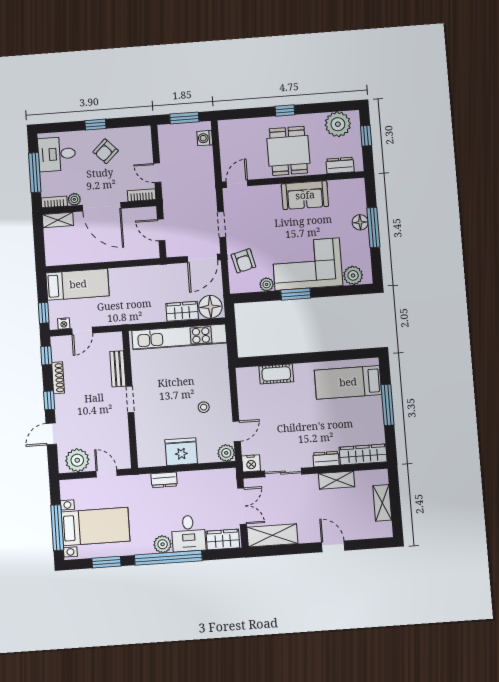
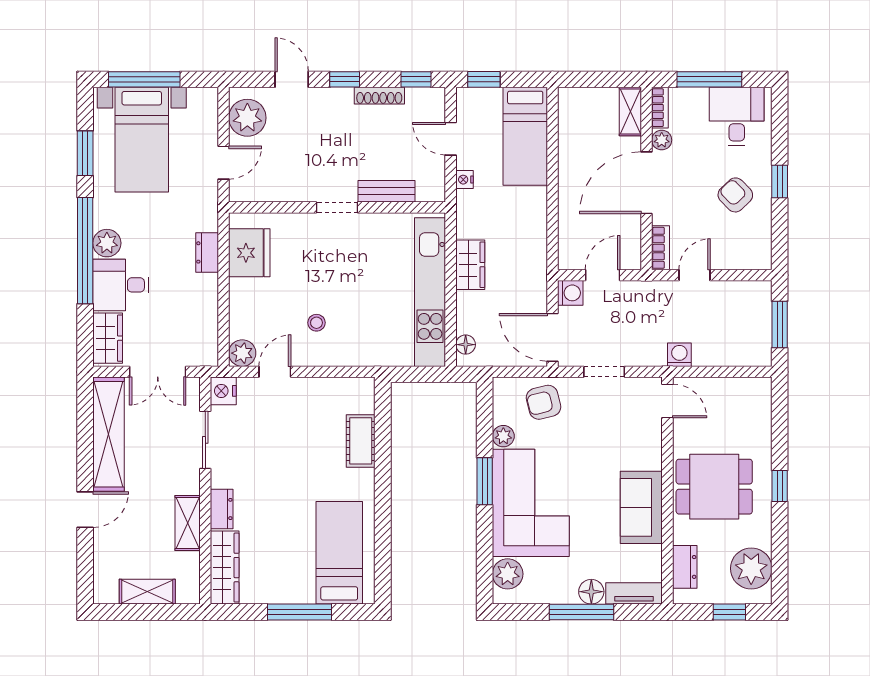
washing machine: (205, 138) -> (679, 355), moved
tv unit: (359, 196) -> (634, 593), added
washing machine: (174, 249) -> (570, 293), added
floor lamp: (210, 307) -> (466, 345), width x0.53, depth x0.53
wardrobe: (182, 311) -> (470, 265), moved
nightstand: (64, 324) -> (465, 180), moved
door: (237, 431) -> (275, 372), swing flipped
fridge: (181, 452) -> (249, 253), moved
shelving: (272, 535) -> (109, 434), width x1.47

